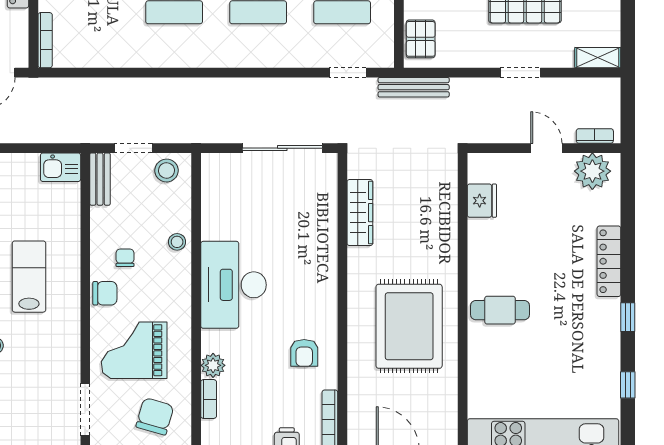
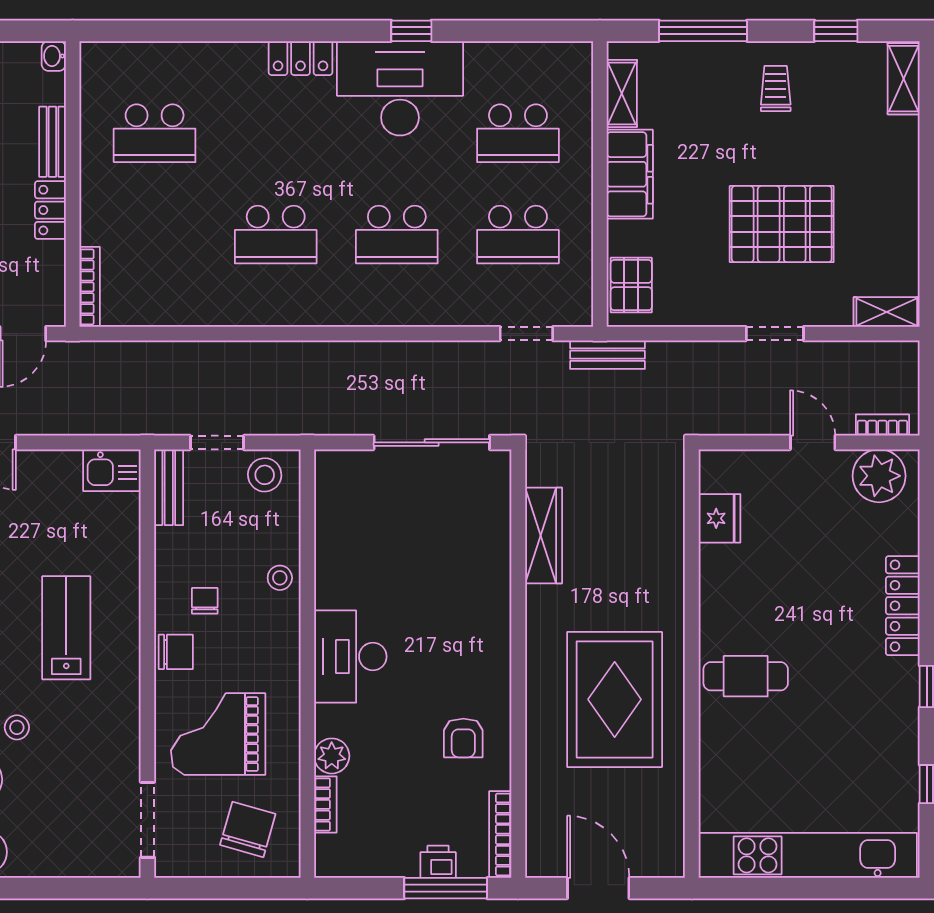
bench: (414, 87) -> (607, 355), width x0.73
desk: (233, 285) -> (350, 657), width x0.73, depth x0.77

